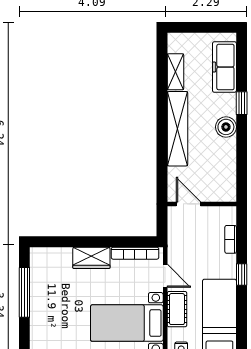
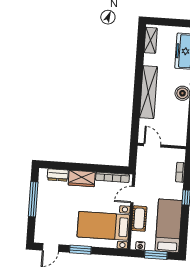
shelving: (175, 72) -> (151, 40), moved
dresser: (57, 255) -> (58, 175), added
door: (165, 276) -> (133, 195), swing flipped

